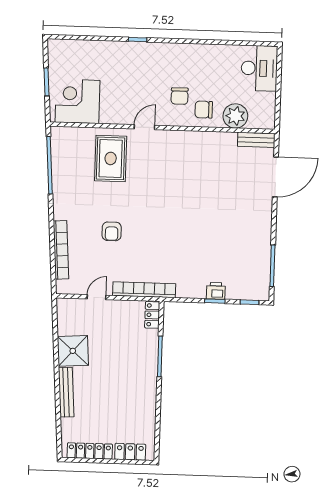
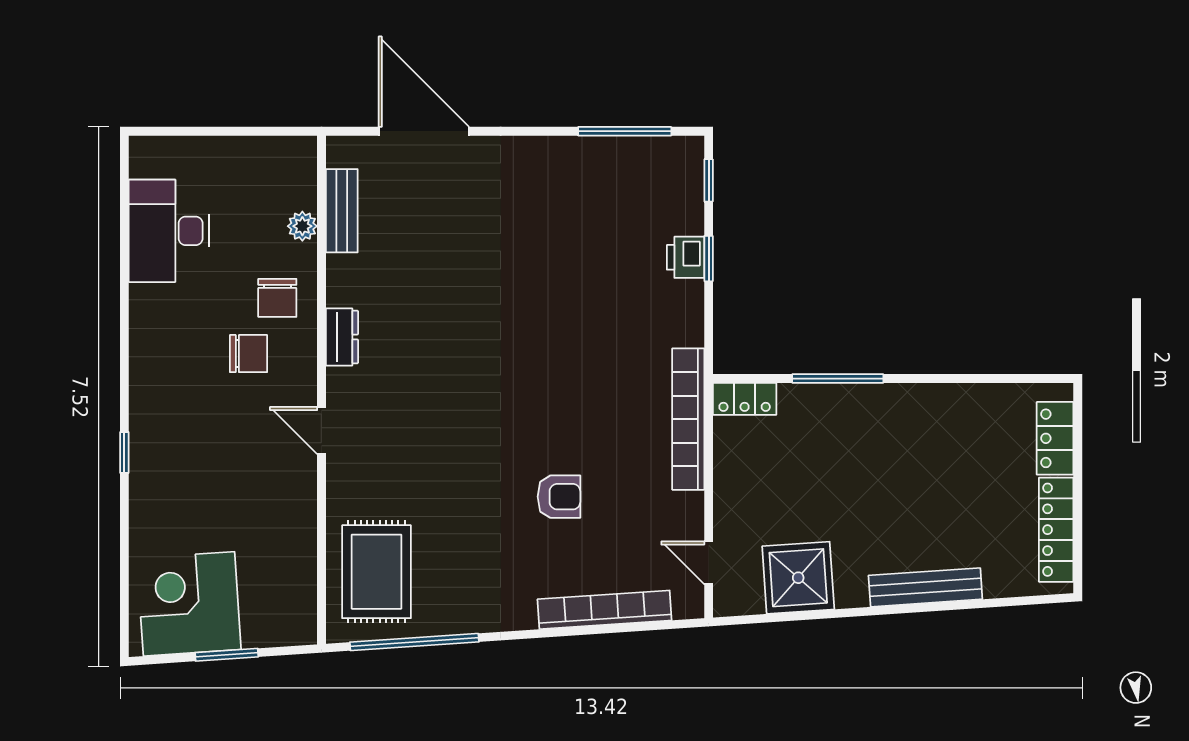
desk: (259, 68) -> (169, 231), moved, turned -90
corner desk: (78, 101) -> (189, 604), moved, turned 86
plant: (235, 116) -> (302, 226), width x0.53, depth x0.53
dresser: (186, 138) -> (342, 337), added
bench: (256, 140) -> (342, 211), moved
rug: (111, 158) -> (376, 572), moved, turned 90
door: (97, 297) -> (709, 563), moved
shower: (73, 351) -> (798, 578), moved

